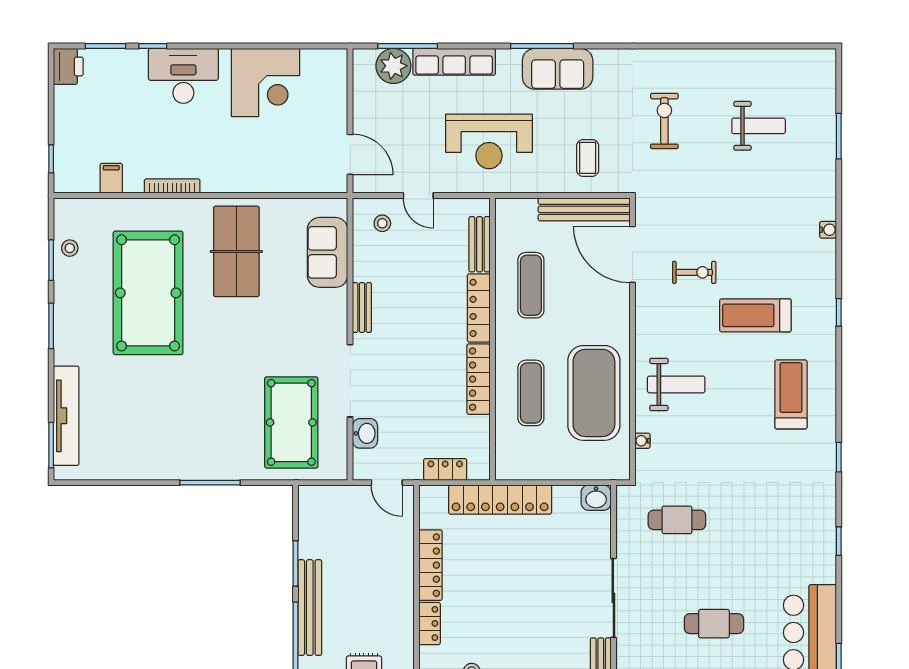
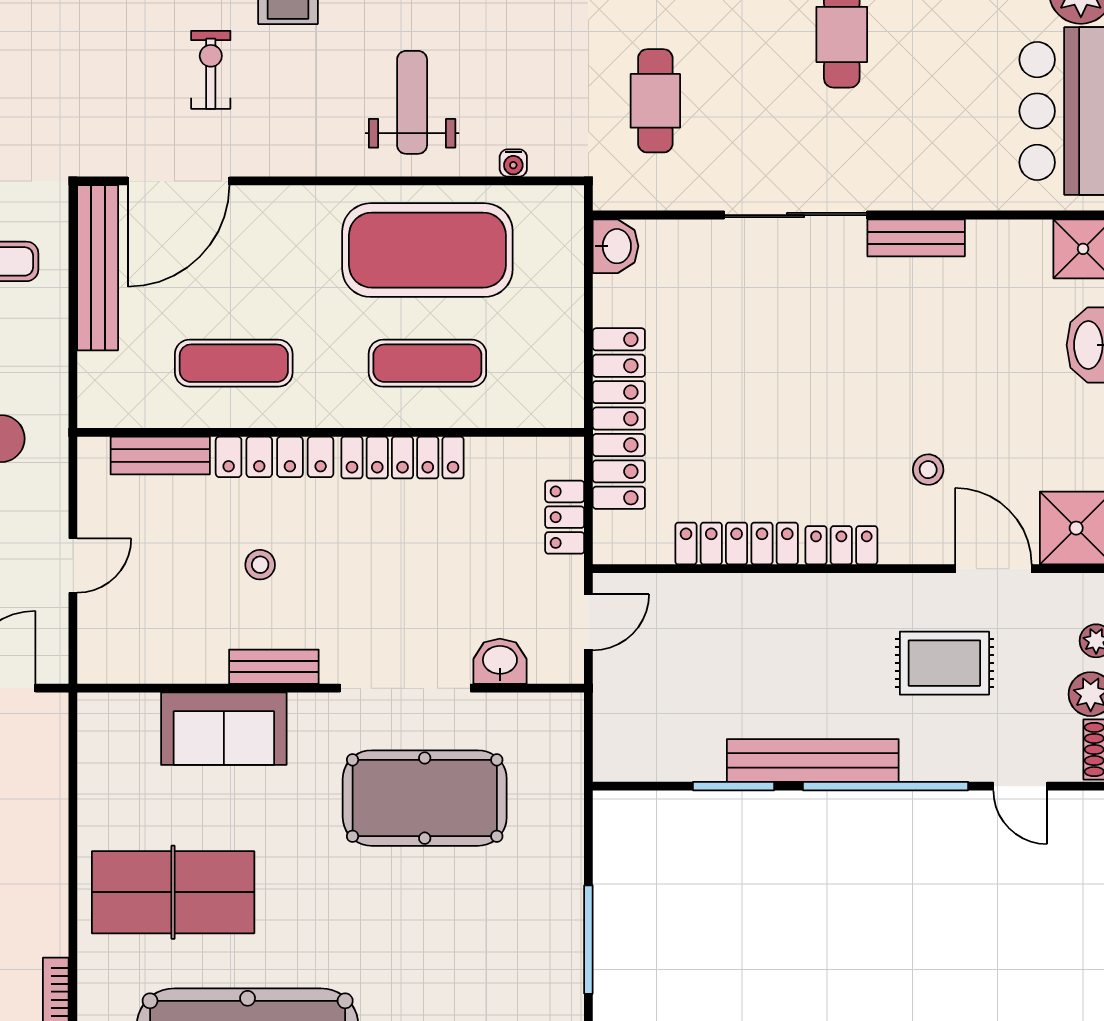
stool: (382, 223) -> (260, 565), moved
sofa: (327, 252) -> (224, 729), moved
pool table: (291, 422) -> (425, 798), moved

